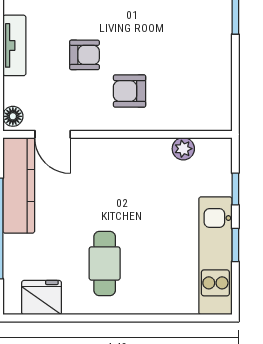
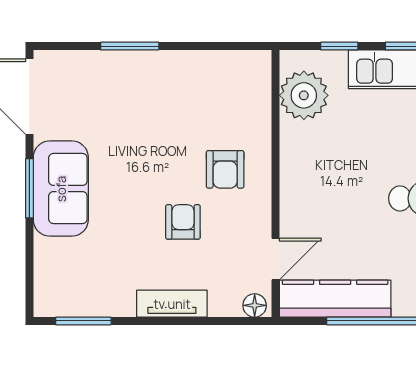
plant: (183, 149) -> (304, 95), width x1.87, depth x1.87

